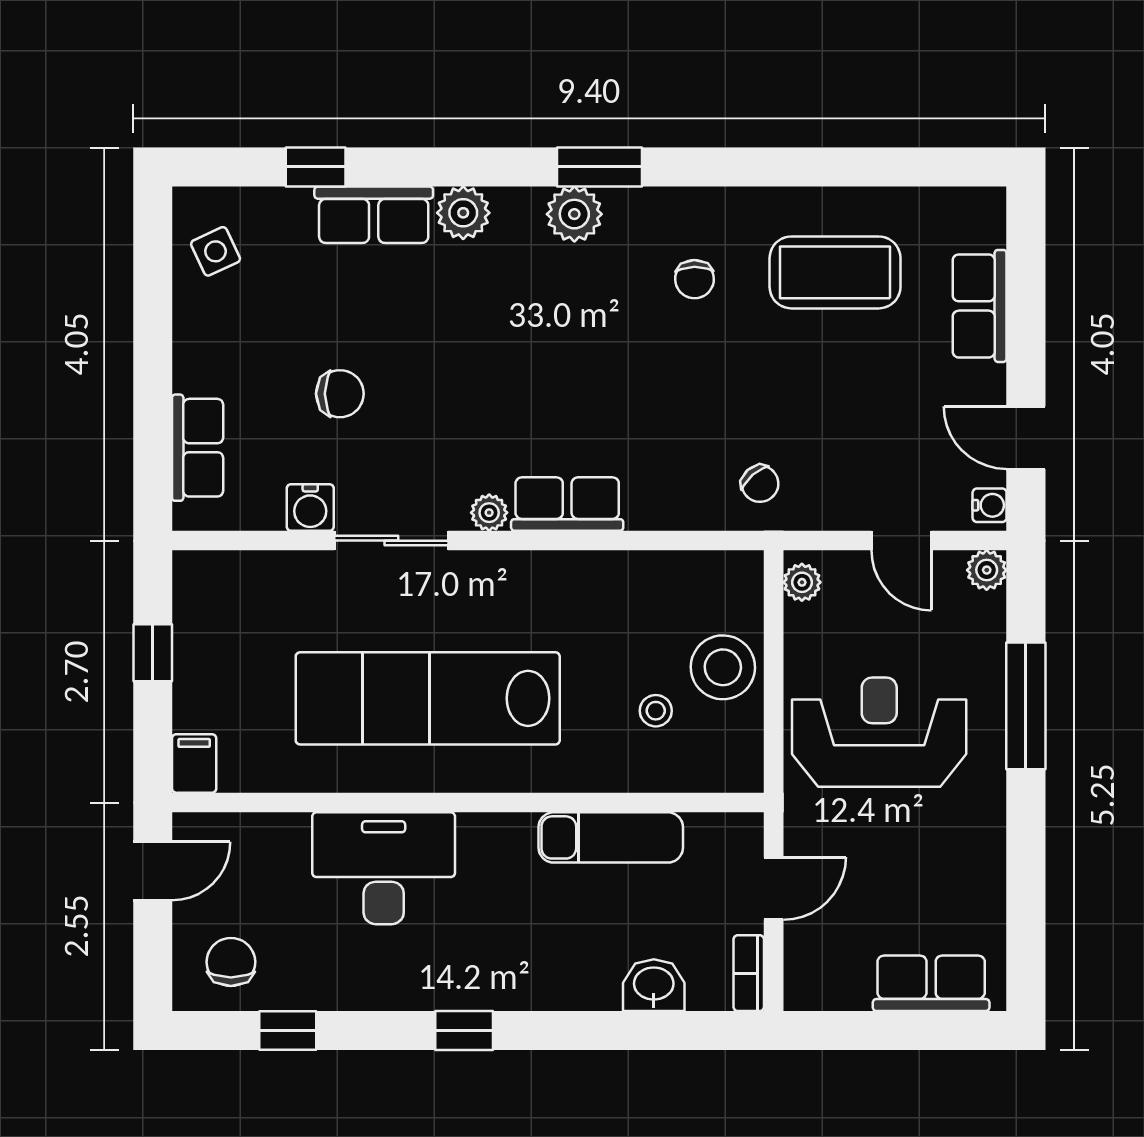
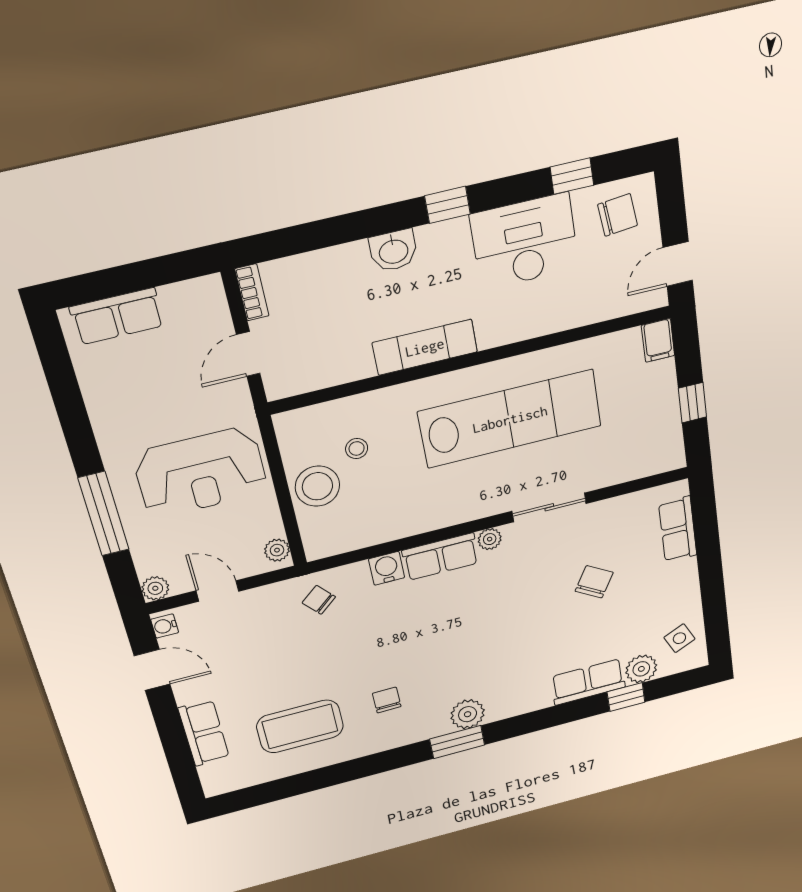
plant: (463, 213) -> (641, 669), moved
chair: (340, 394) -> (594, 582), turned 121
water cooler: (310, 507) -> (387, 568), moved
exam couch: (611, 837) -> (425, 347), moved
desk: (384, 868) -> (525, 242), moved, turned 180
chair: (231, 962) -> (618, 215), turned -96
washbasin: (654, 985) -> (393, 251), moved

